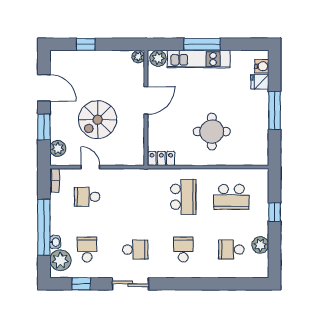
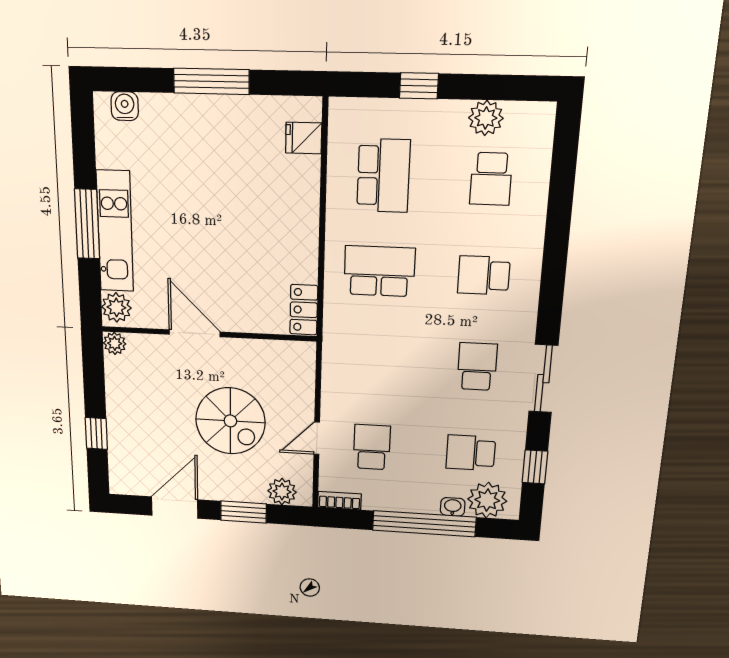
fridge: (260, 82) -> (304, 138), moved, turned 90
round table: (212, 132) -> (253, 211), removed
school desk: (87, 197) -> (372, 447), turned 180

